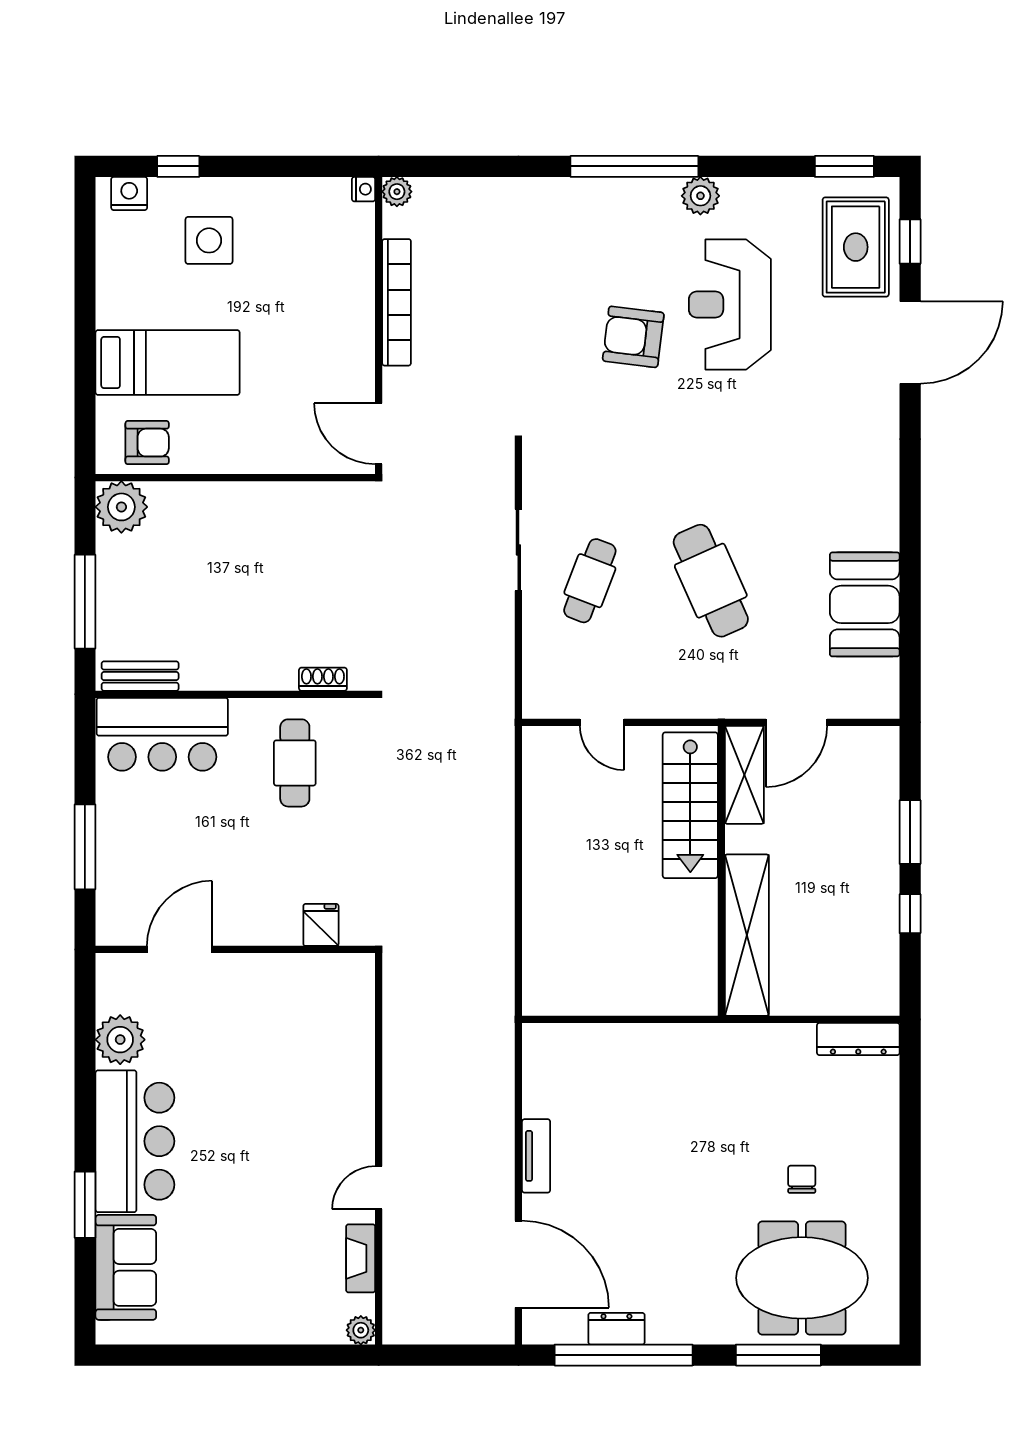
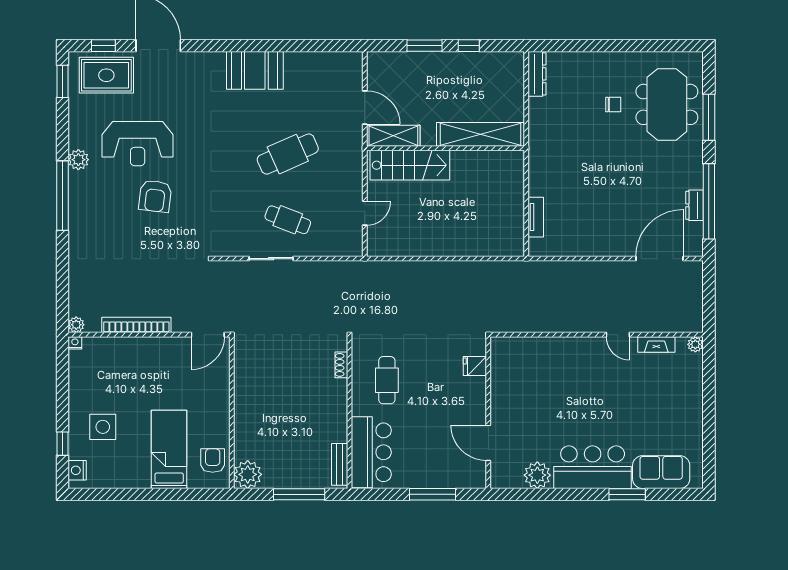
booth: (865, 604) -> (255, 70), moved
cafe table: (295, 763) -> (387, 380), turned 90
tv unit: (536, 1156) -> (536, 217), moved, turned 90
chair: (802, 1179) -> (613, 105), turned 180

